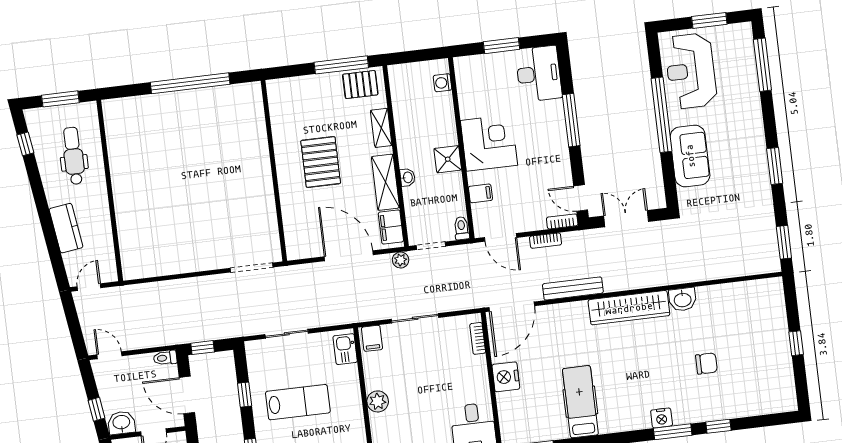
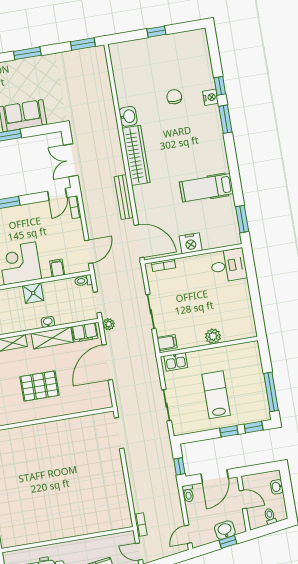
bookcase: (546, 241) -> (141, 525), moved
window: (245, 395) -> (229, 431), moved
nightstand: (662, 418) -> (211, 97), moved
washbasin: (121, 423) -> (225, 530), moved, turned 82

